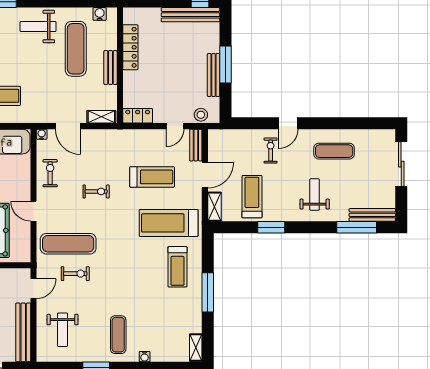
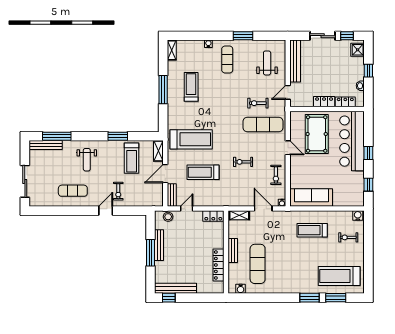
weight bench: (38, 27) -> (285, 280), removed
treadmill: (177, 267) -> (191, 87), moved

